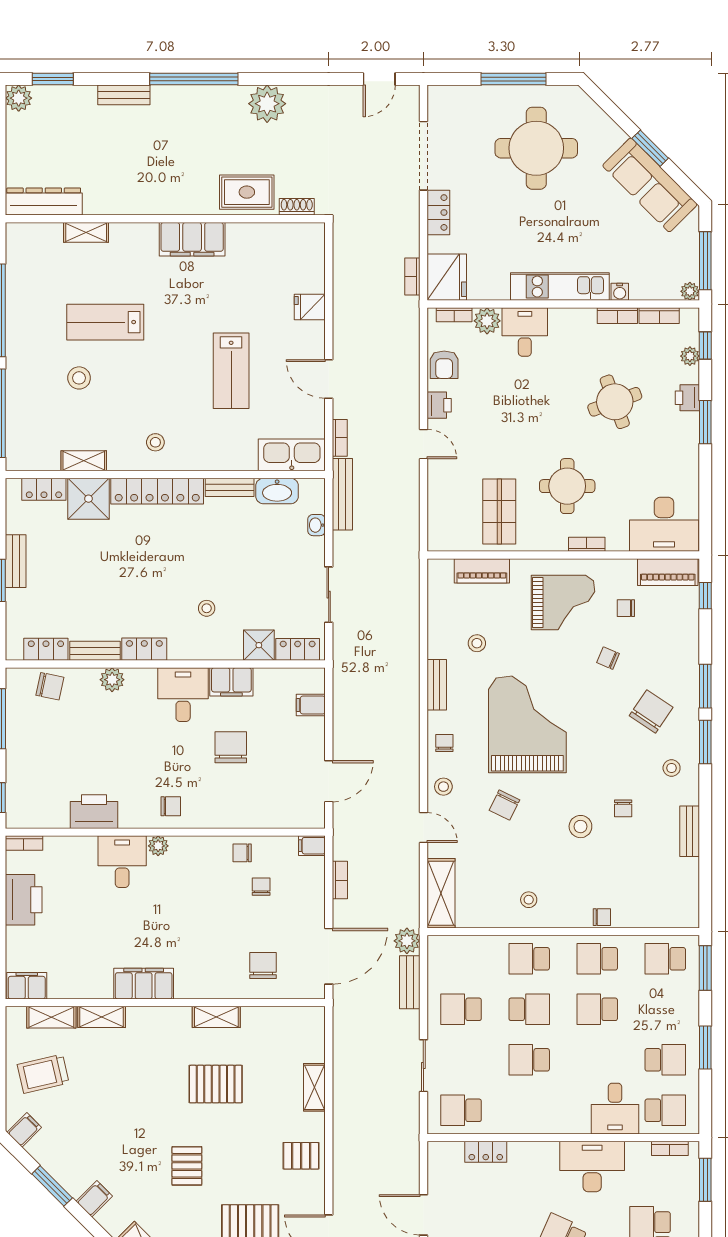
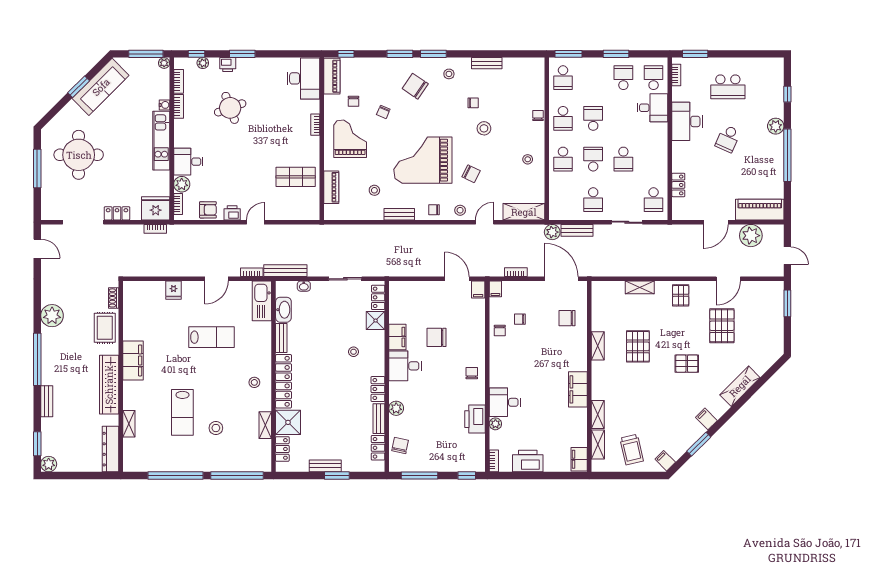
wardrobe: (152, 199) -> (109, 385), added
round table: (567, 486) -> (280, 136), removed
filing cabinet: (311, 705) -> (478, 290), moved
plant: (158, 846) -> (495, 424), moved
school desk: (597, 1009) -> (593, 118), turned 180

